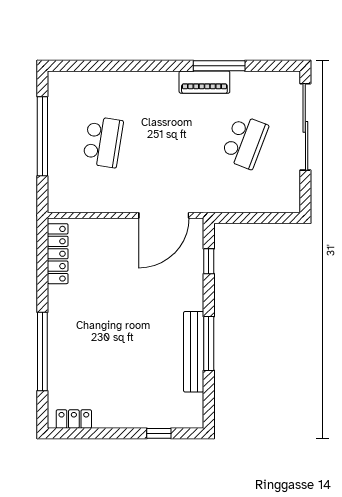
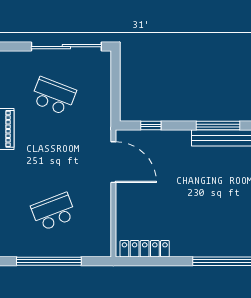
sliding door: (305, 127) -> (66, 47), moved
school desk: (103, 142) -> (53, 212), turned -30

